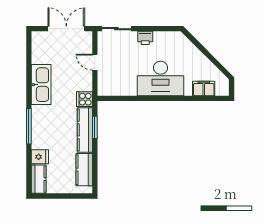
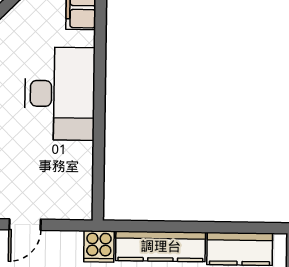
window: (95, 127) -> (155, 226), removed

